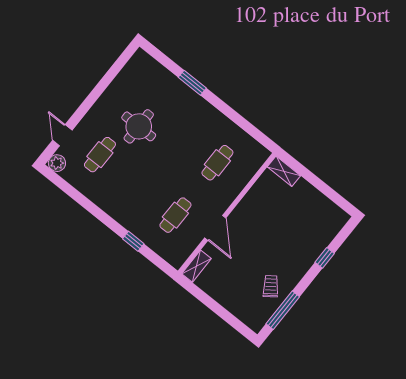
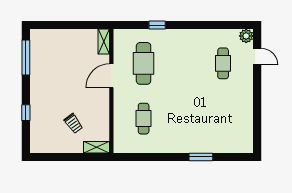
round table: (139, 126) -> (213, 101), removed
cafe table: (175, 215) -> (144, 63), width x1.37, depth x1.35
door: (215, 228) -> (111, 76), hinge flipped
trolley: (271, 286) -> (73, 123), moved

